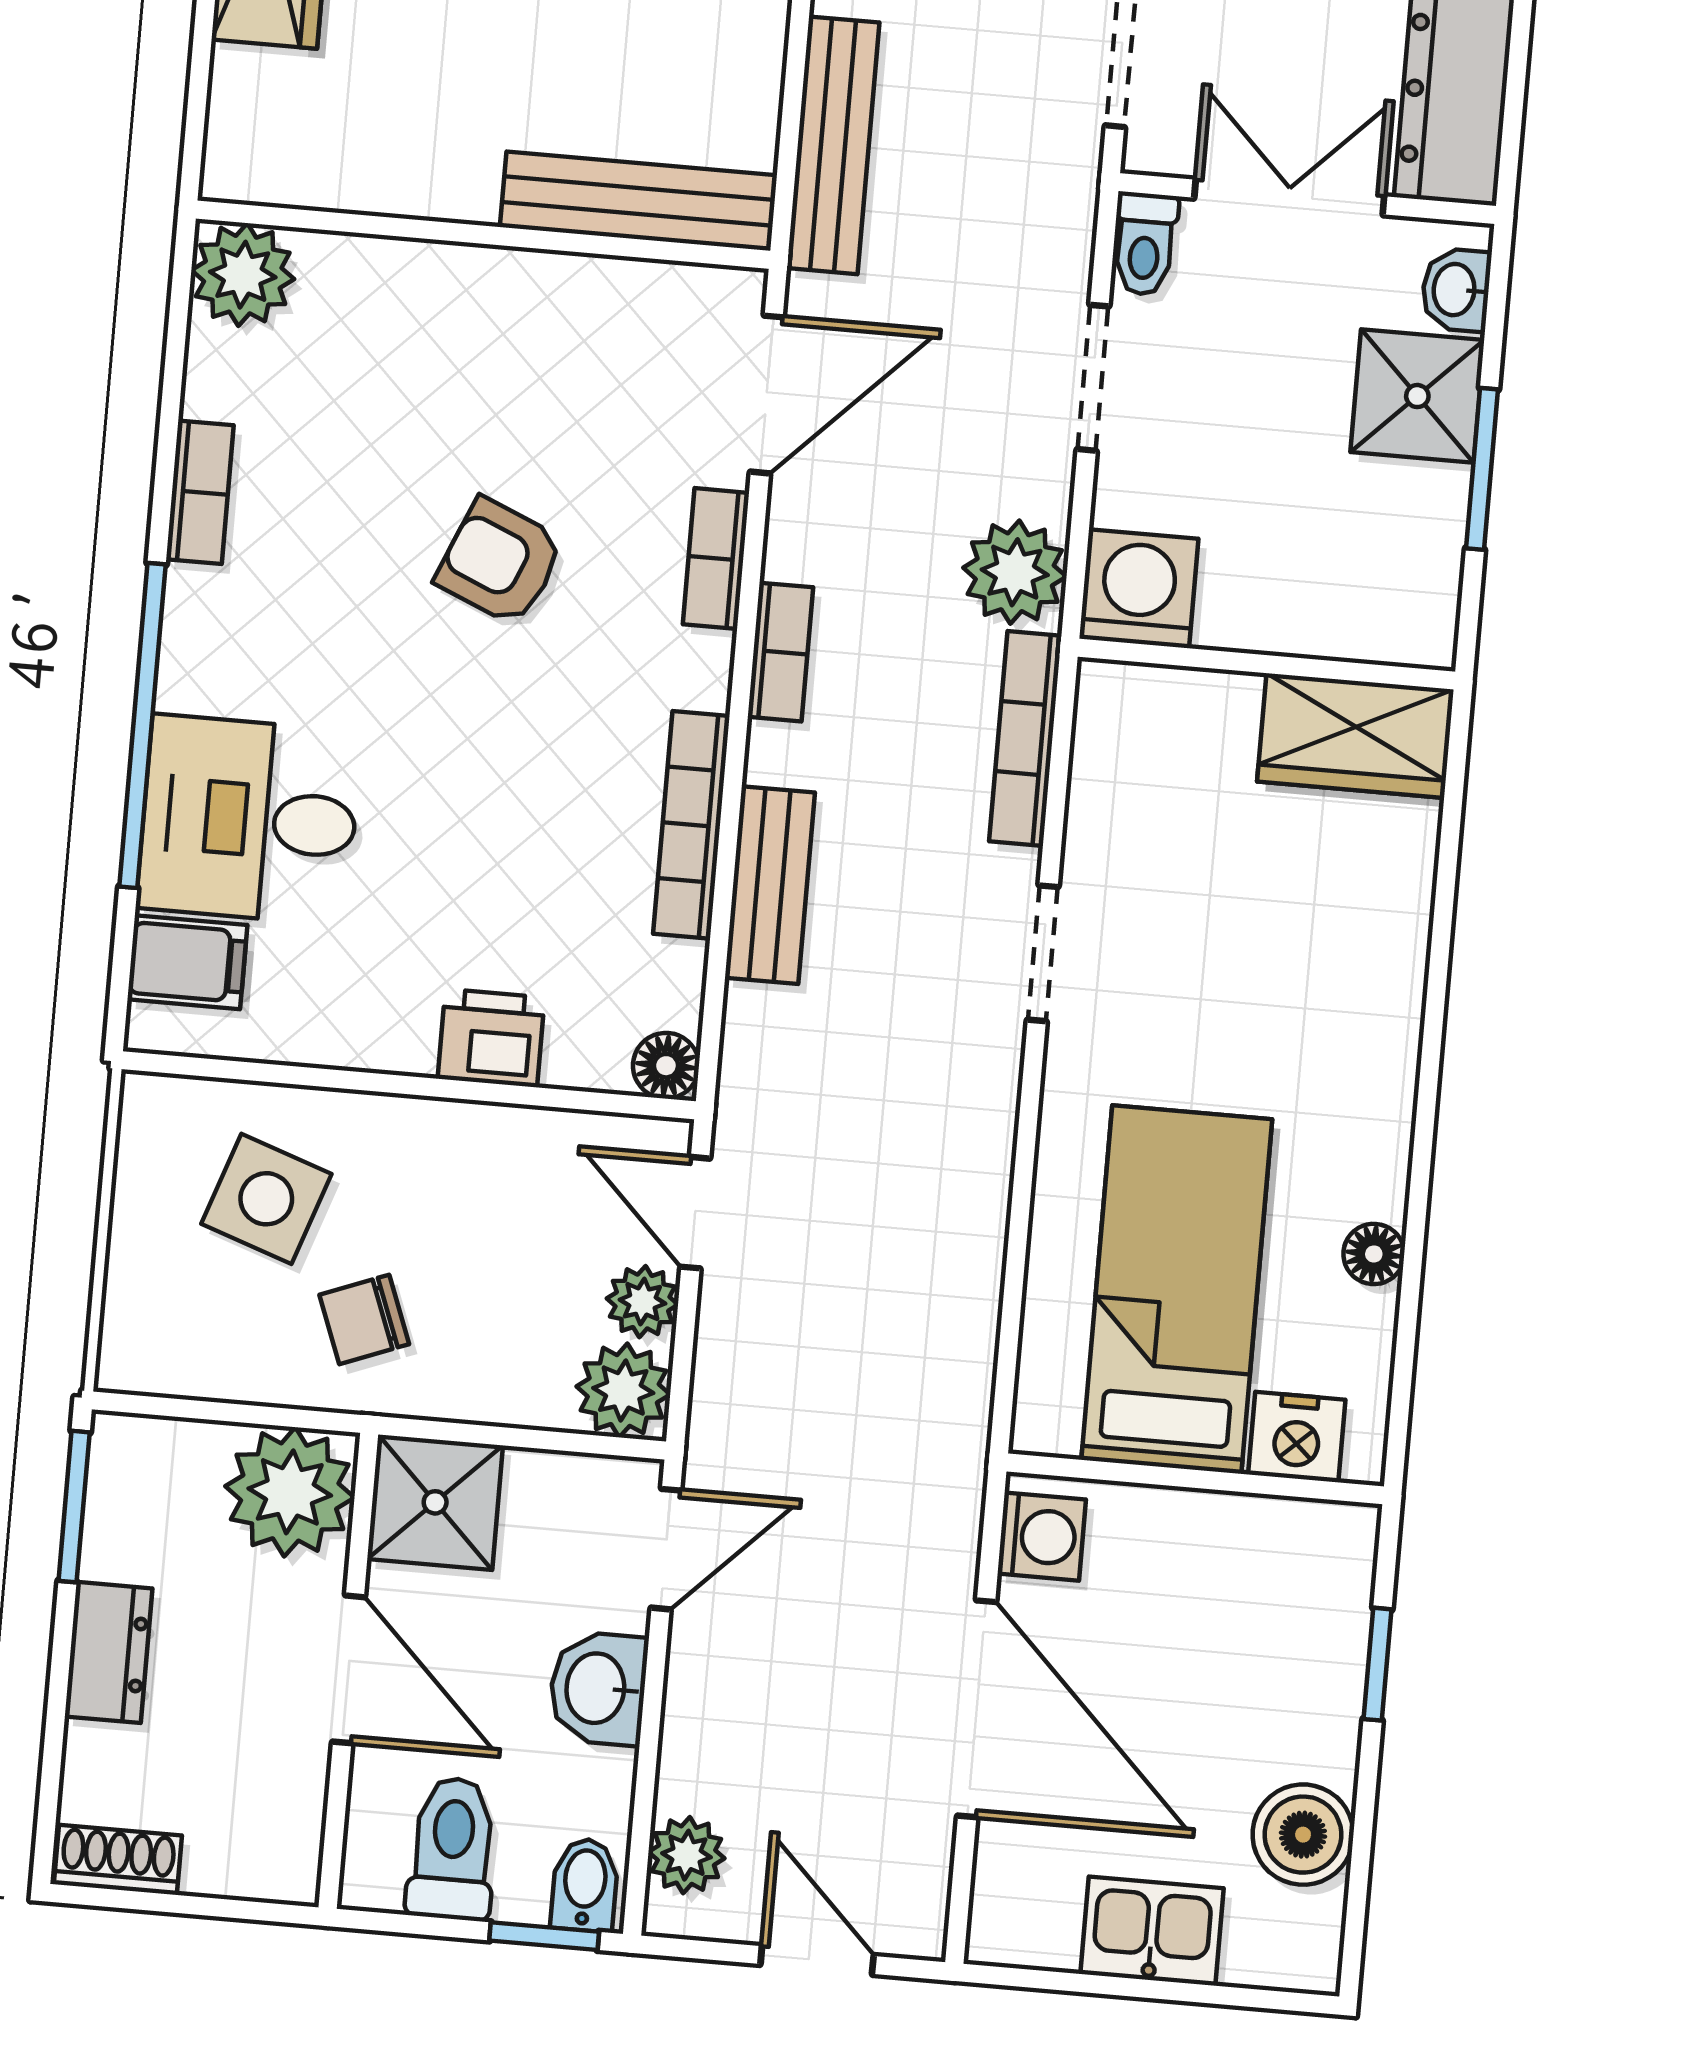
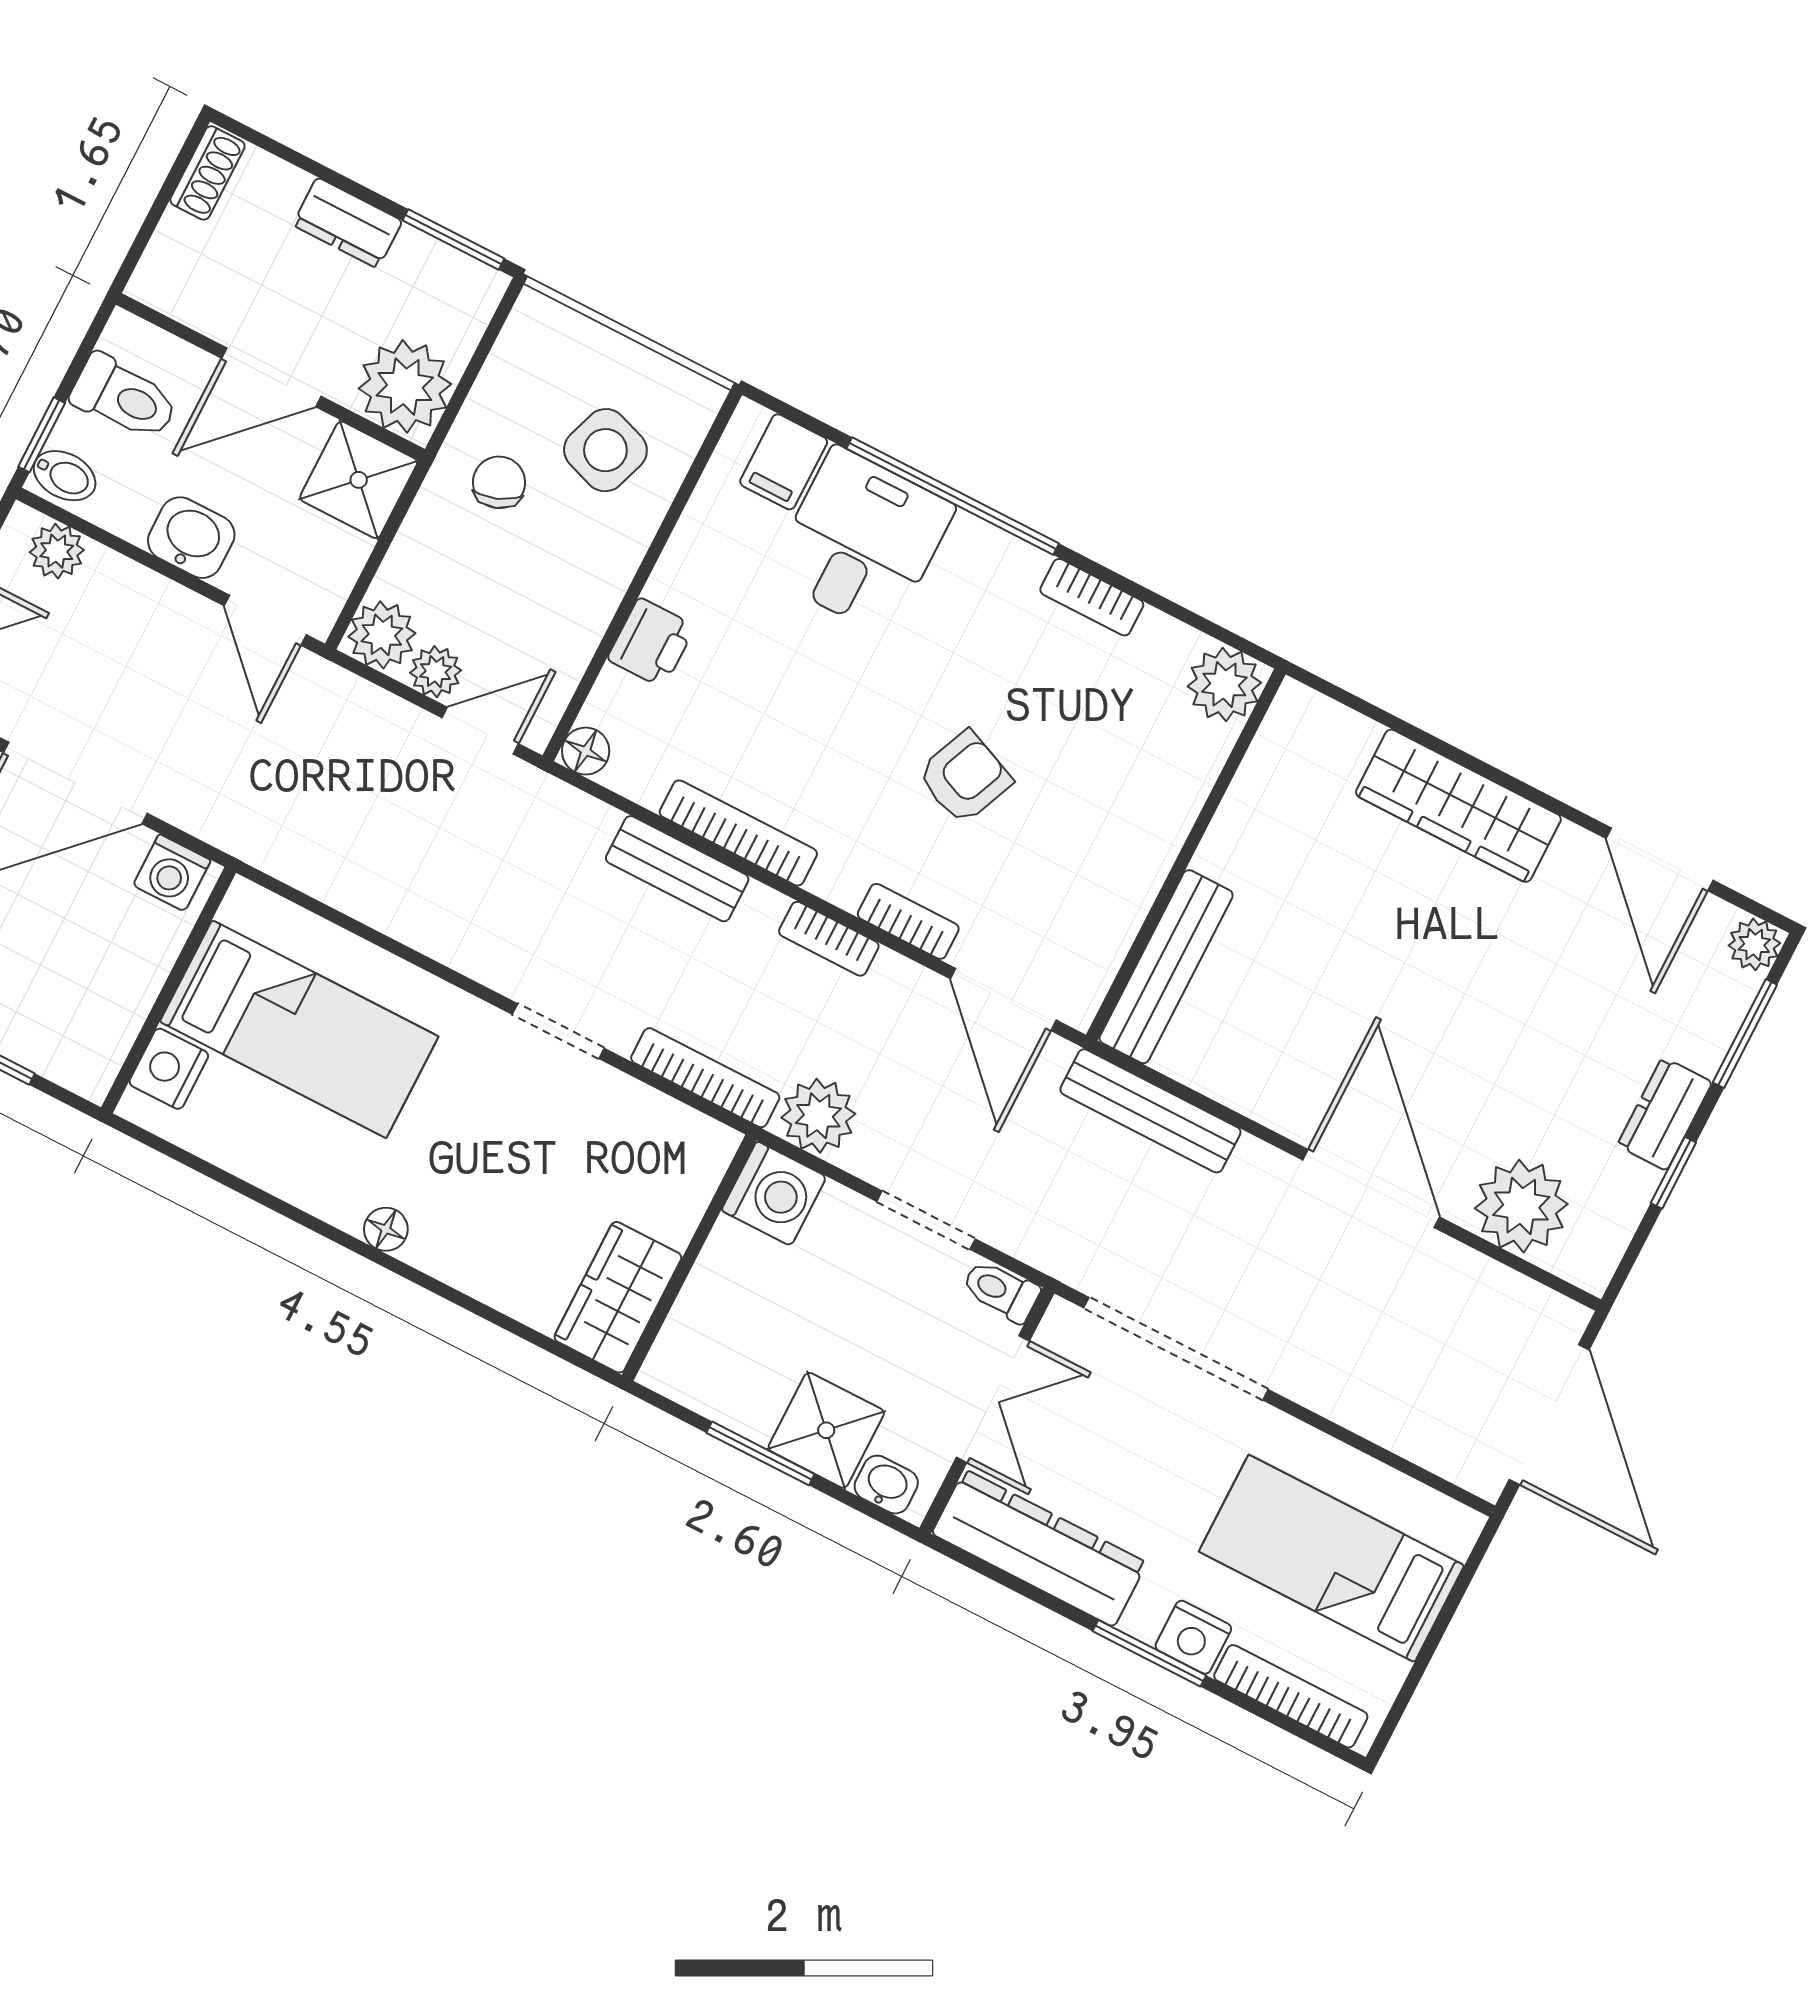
floor lamp: (1374, 1254) -> (386, 1229), moved

